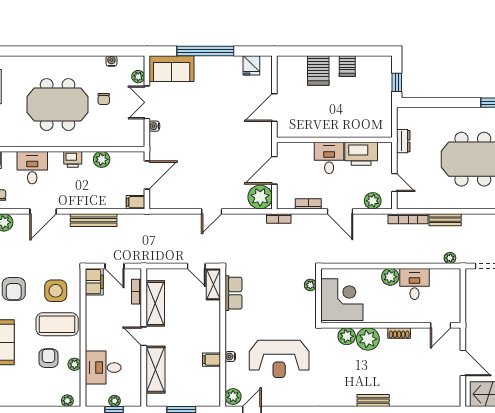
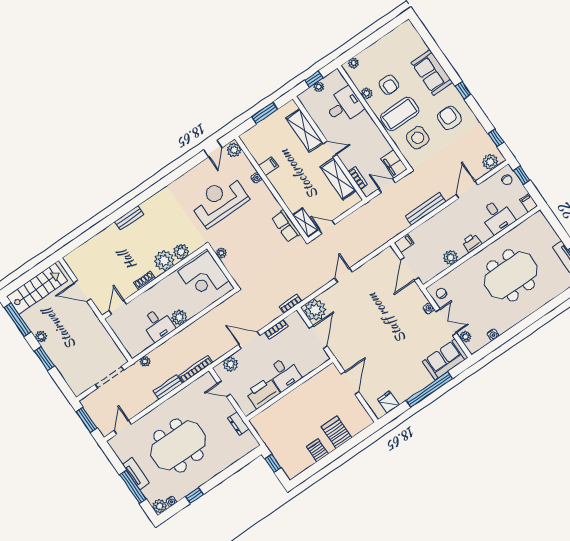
chair: (104, 99) -> (441, 293), moved
plant: (310, 285) -> (221, 253), moved

